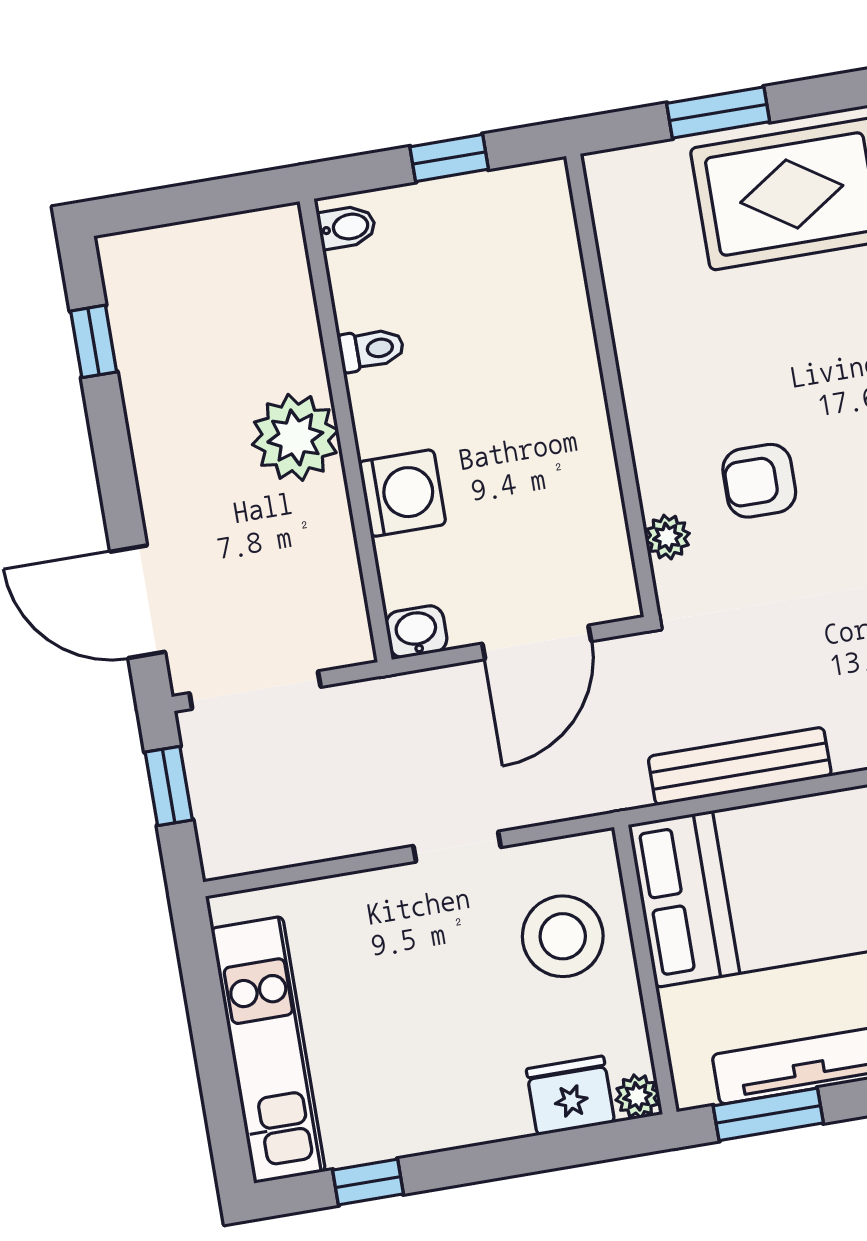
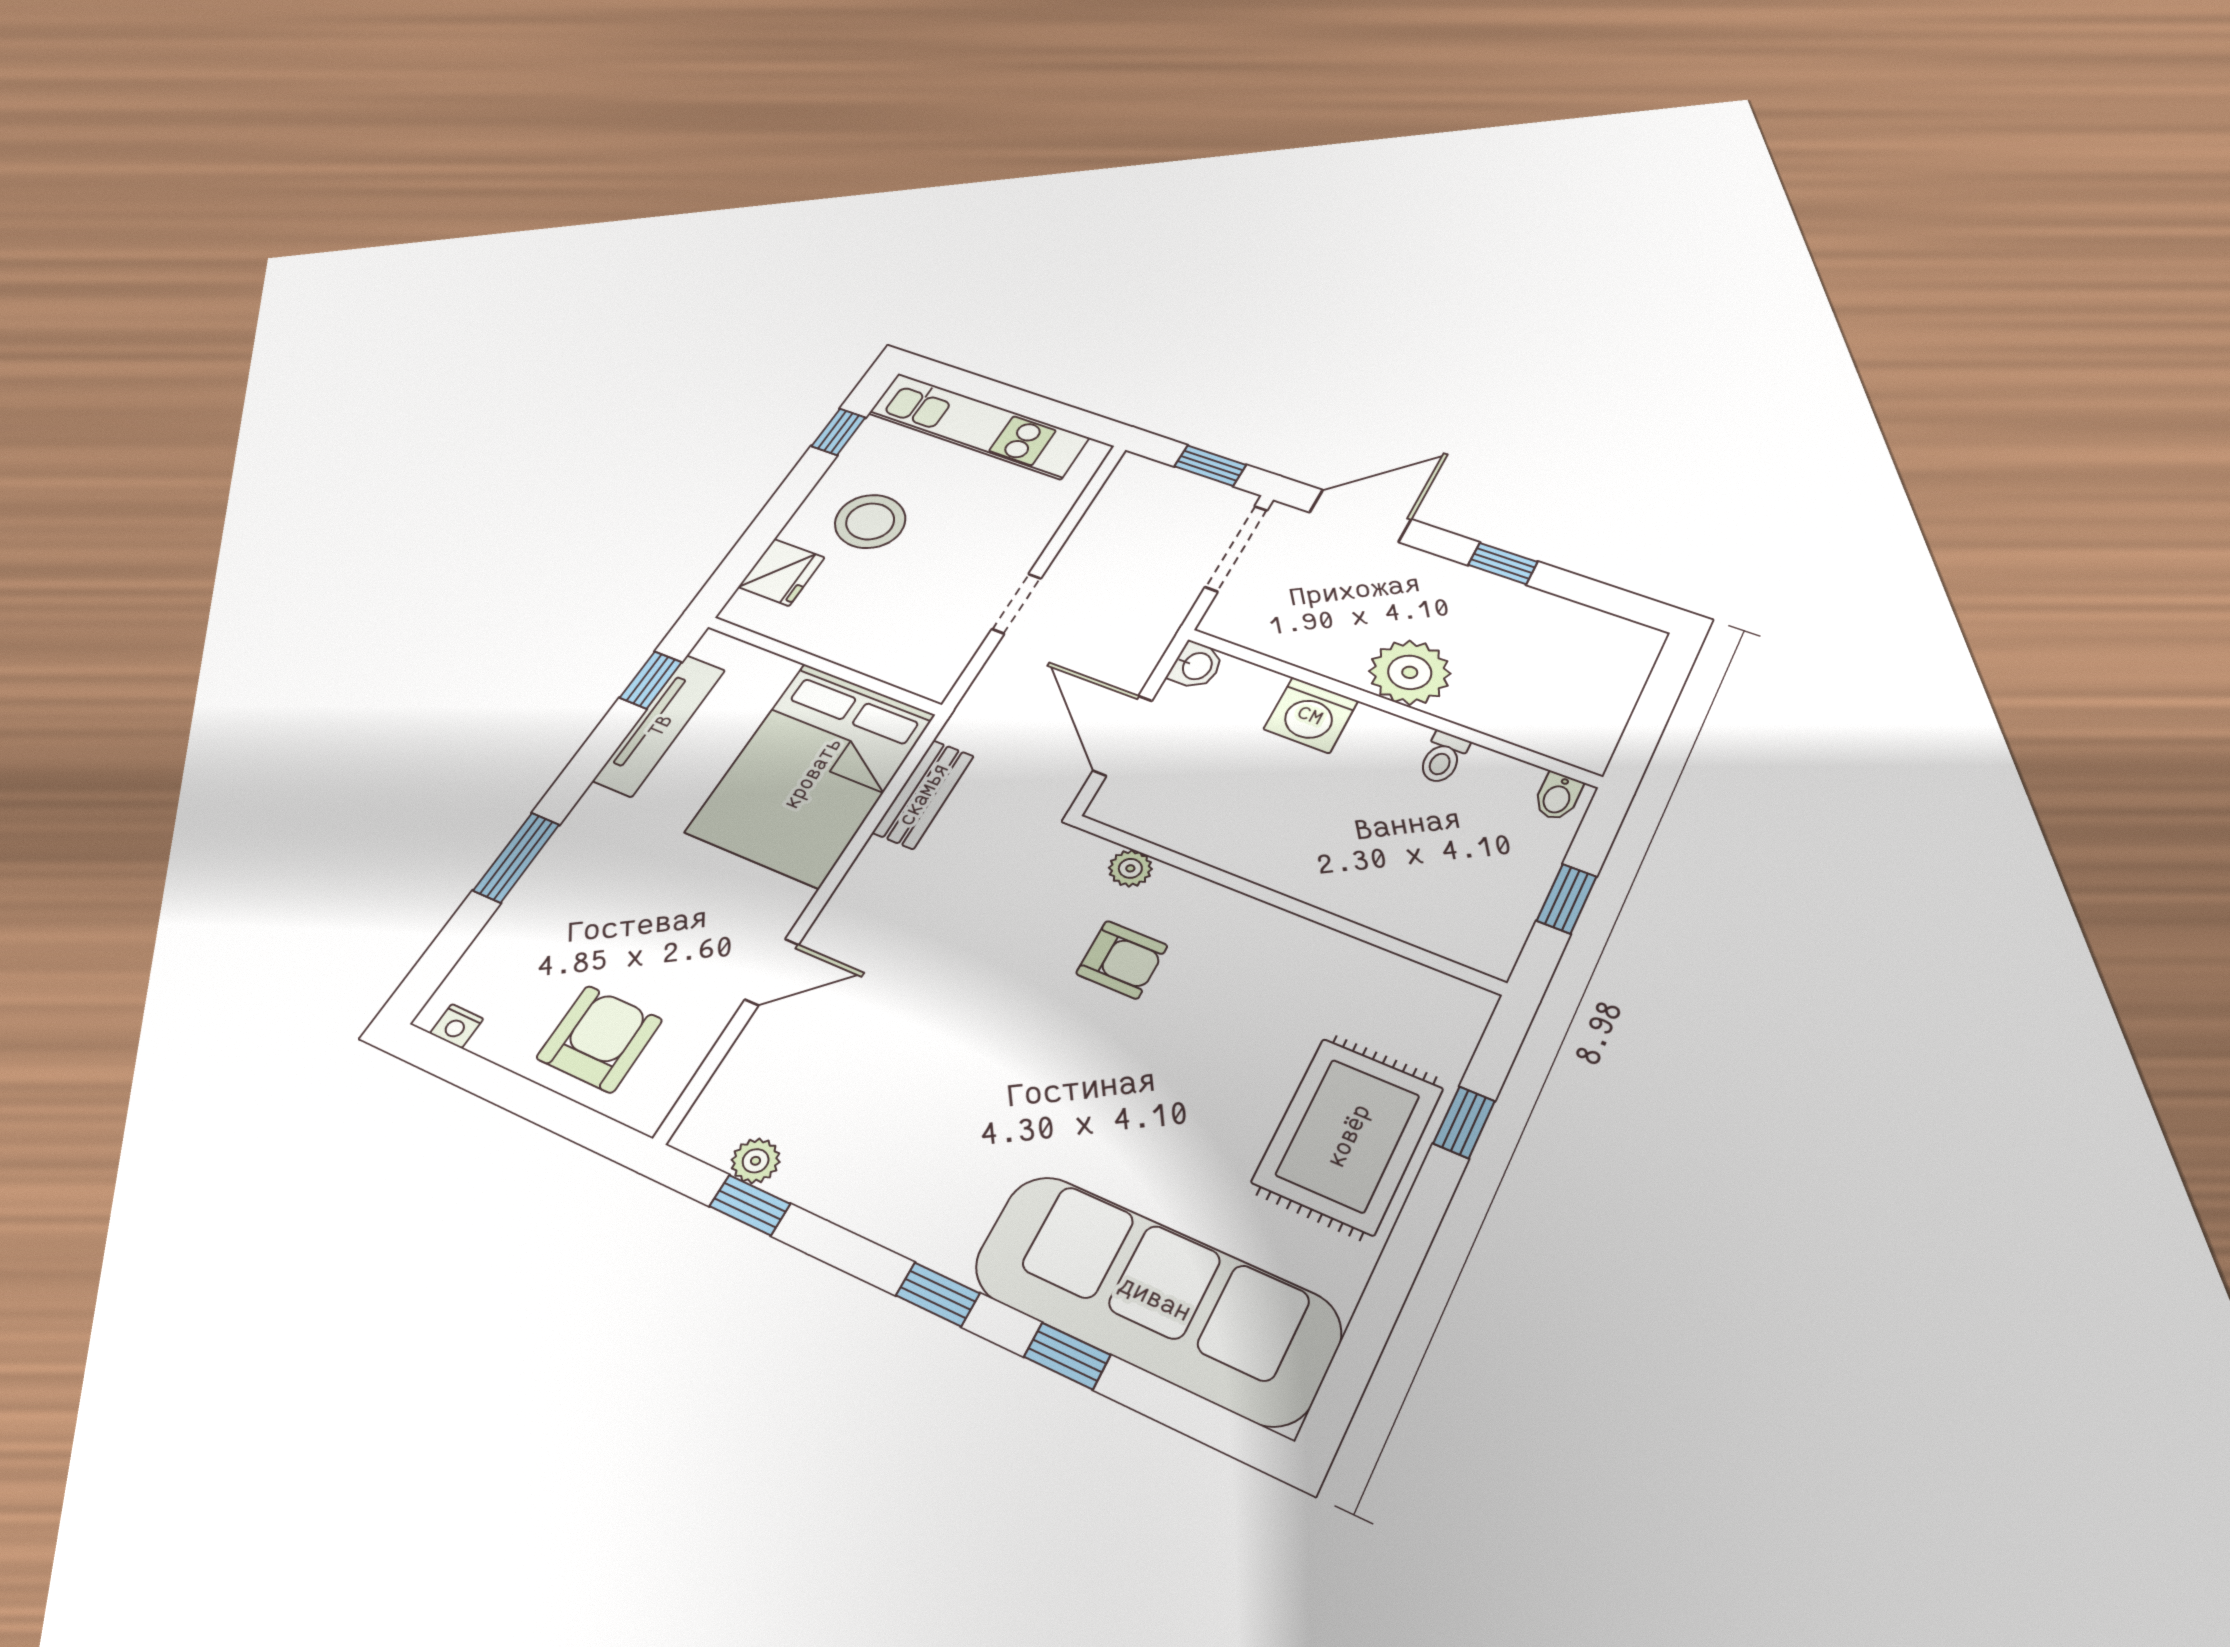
window: (718, 113) -> (1464, 1122), width x0.67
window: (94, 341) -> (1503, 563), moved
armchair: (759, 481) -> (1122, 960), turned 90
bench: (740, 766) -> (923, 794), width x0.73
stool: (563, 936) -> (870, 521), moved
plant: (637, 1096) -> (742, 610), removed
window: (768, 1114) -> (651, 680), width x0.67

